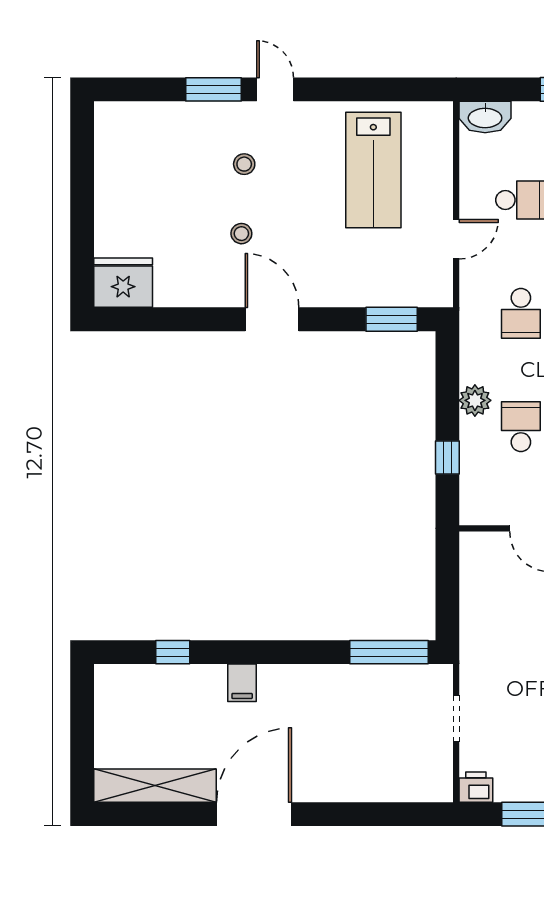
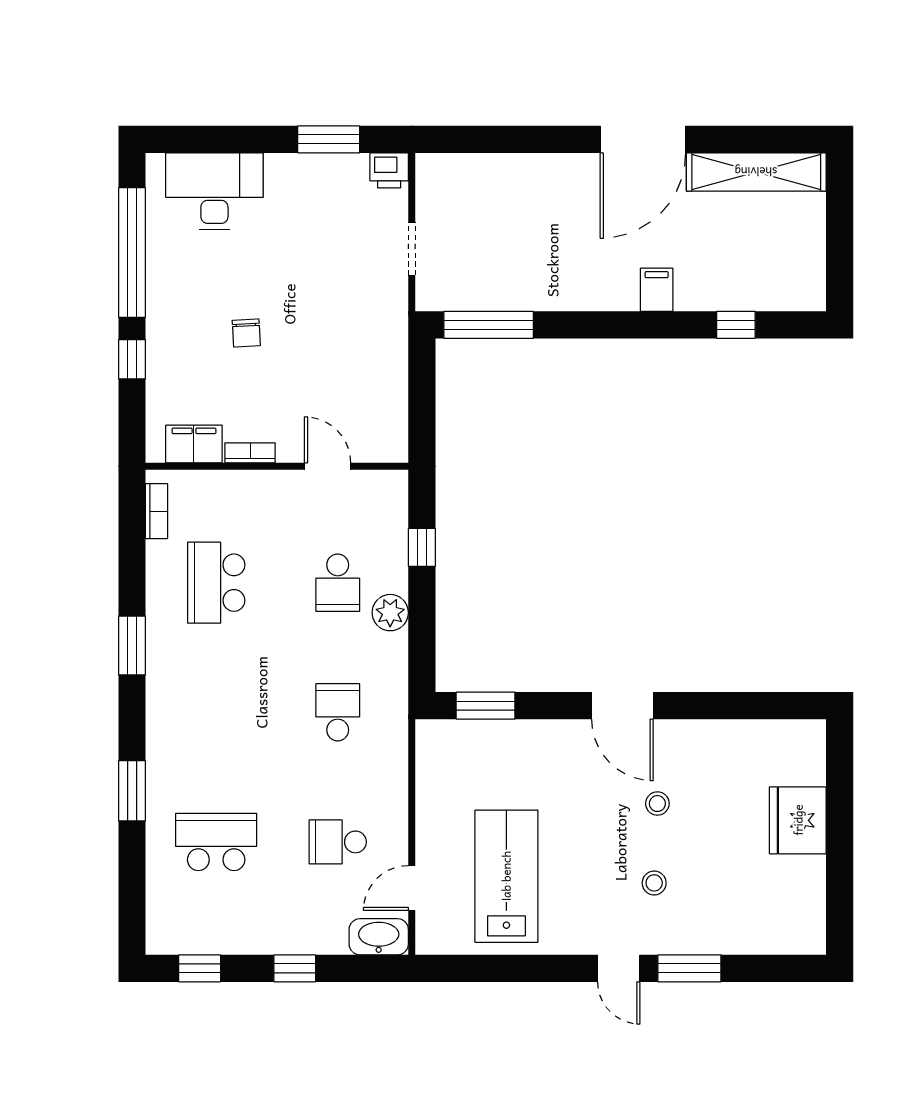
door: (456, 239) -> (412, 888), moved
fridge: (123, 283) -> (798, 820), moved, turned 90

